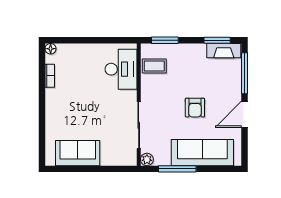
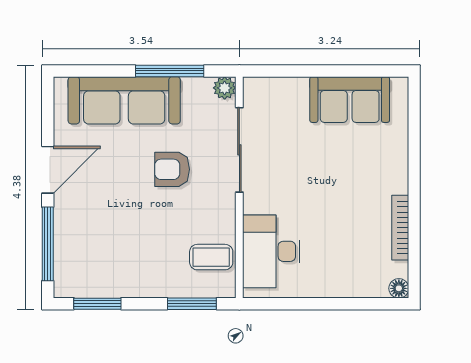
fireplace: (224, 51) -> (86, 285), removed
bookcase: (50, 76) -> (400, 228), width x1.56
armchair: (195, 108) -> (172, 169), moved, turned -90

